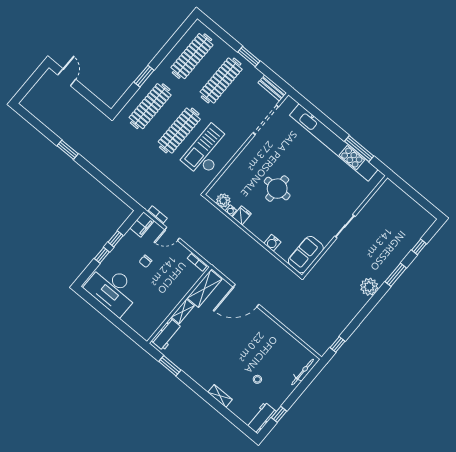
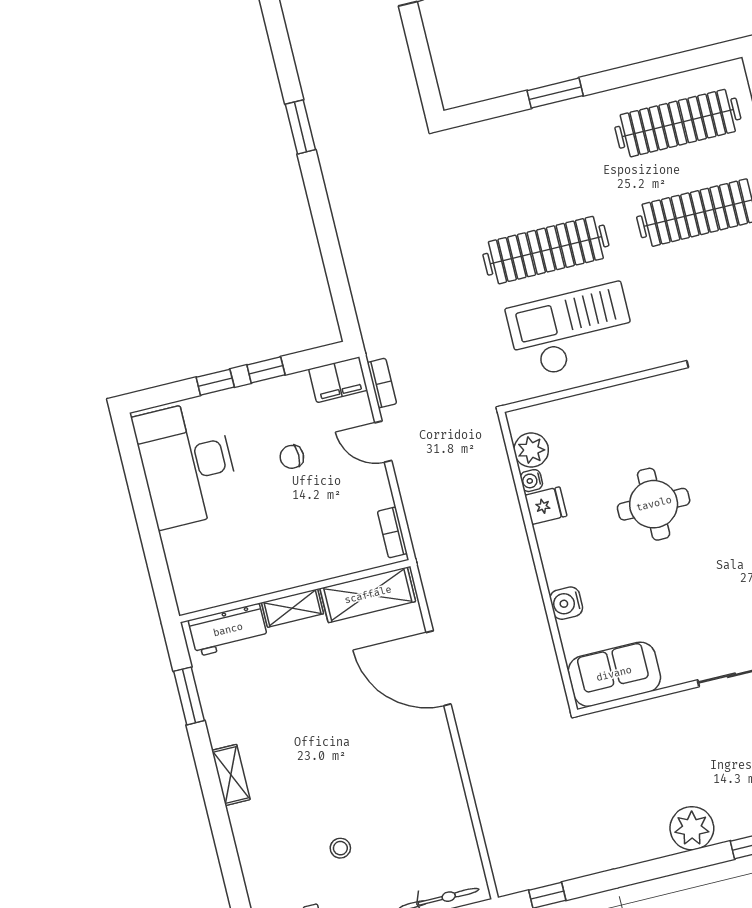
clothes rail: (150, 106) -> (524, 161), removed
shelving: (220, 396) -> (231, 775), moved

